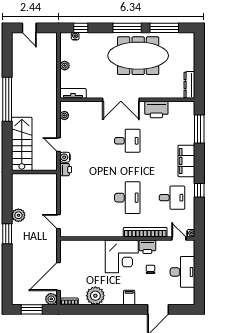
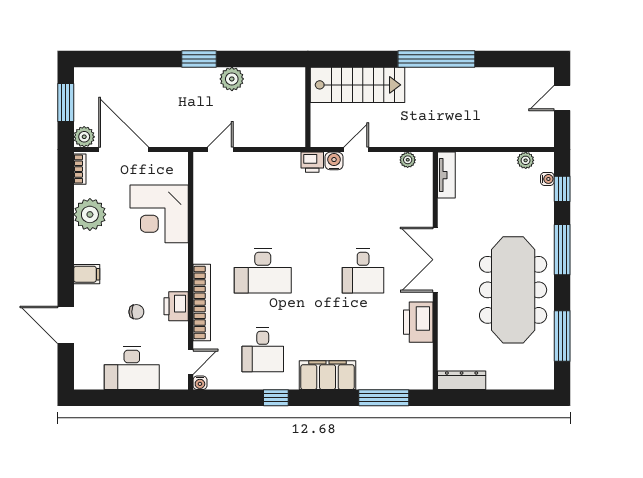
window: (127, 28) -> (562, 250), moved
plant: (65, 66) -> (526, 160), moved
corner desk: (122, 256) -> (159, 214), moved

